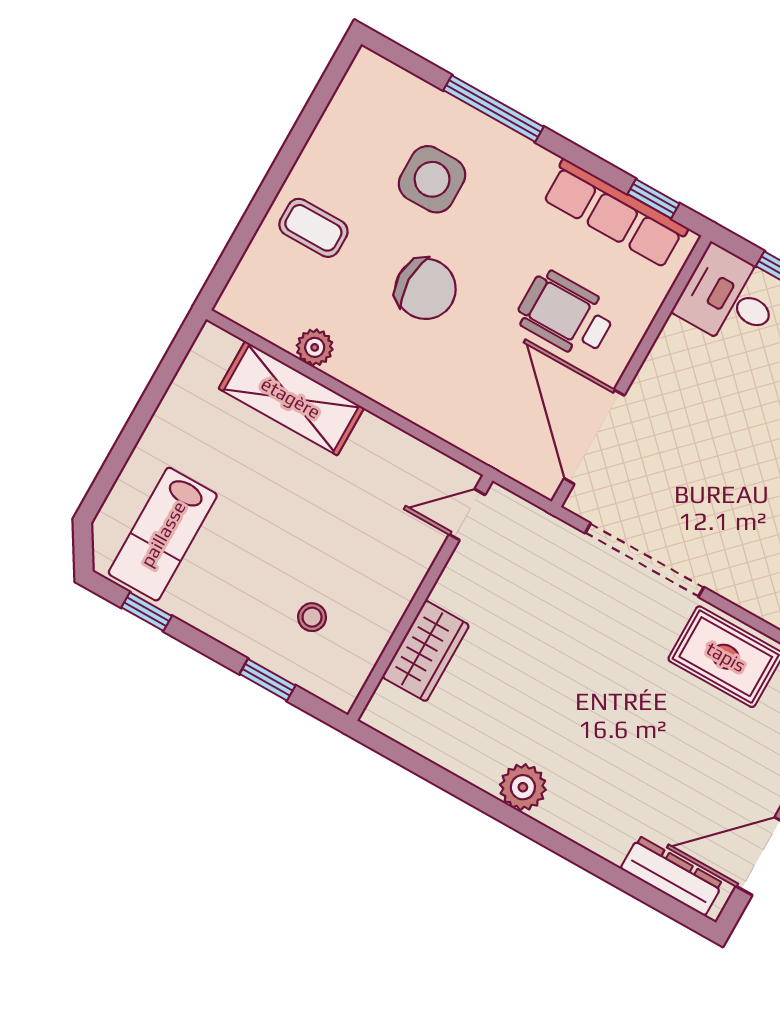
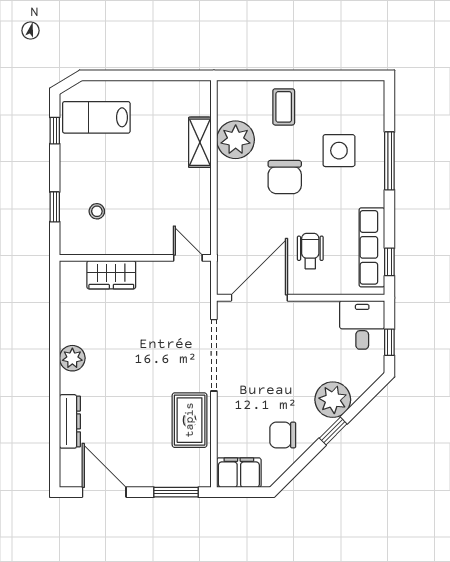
wheelchair: (566, 315) -> (310, 251), width x0.73, depth x0.73
plant: (315, 347) -> (236, 140), width x1.87, depth x1.87
shelving: (291, 398) -> (200, 142), width x0.67, depth x0.75
dresser: (672, 876) -> (70, 421), moved

